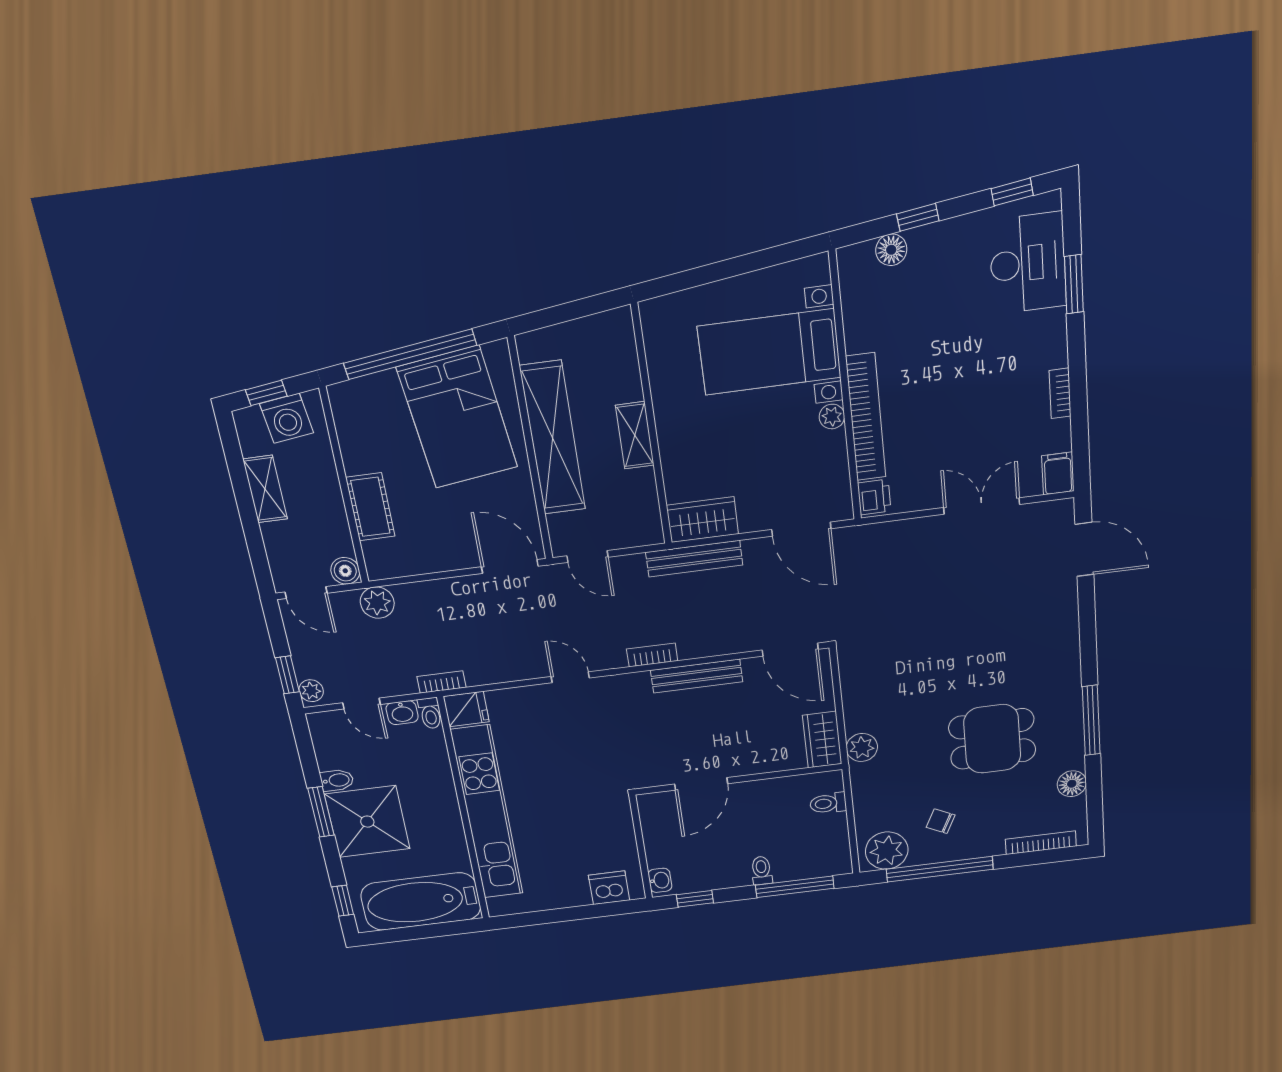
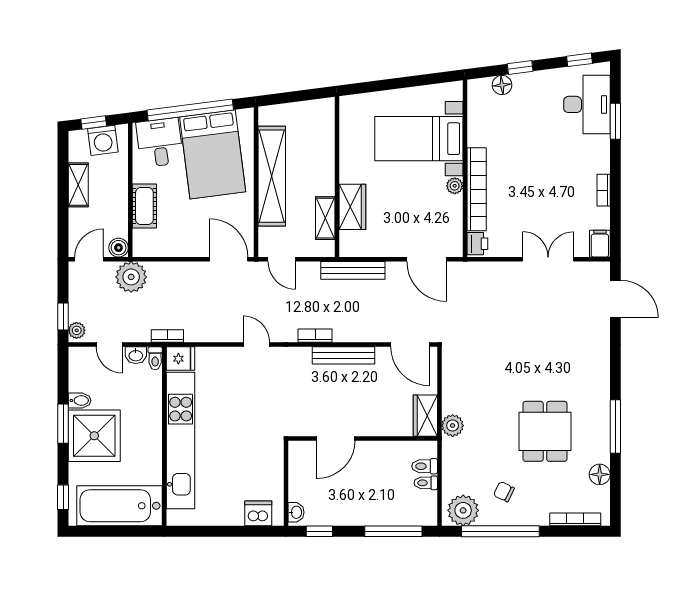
desk: (373, 410) -> (160, 143), added
shelving: (635, 435) -> (325, 218), moved
wardrobe: (702, 520) -> (352, 207), moved, turned 90
door: (306, 593) -> (89, 259), swing flipped
plant: (377, 603) -> (131, 277), width x1.36, depth x1.36
dining table: (992, 739) -> (545, 431), turned 90
toilet: (762, 871) -> (426, 483), moved, turned -90

